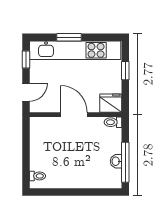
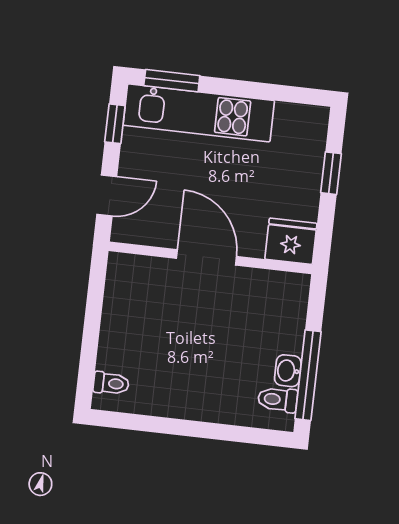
window: (69, 37) -> (172, 81), moved
kitchen unit: (75, 50) -> (199, 113), width x0.73
toilet: (113, 122) -> (278, 400), moved

